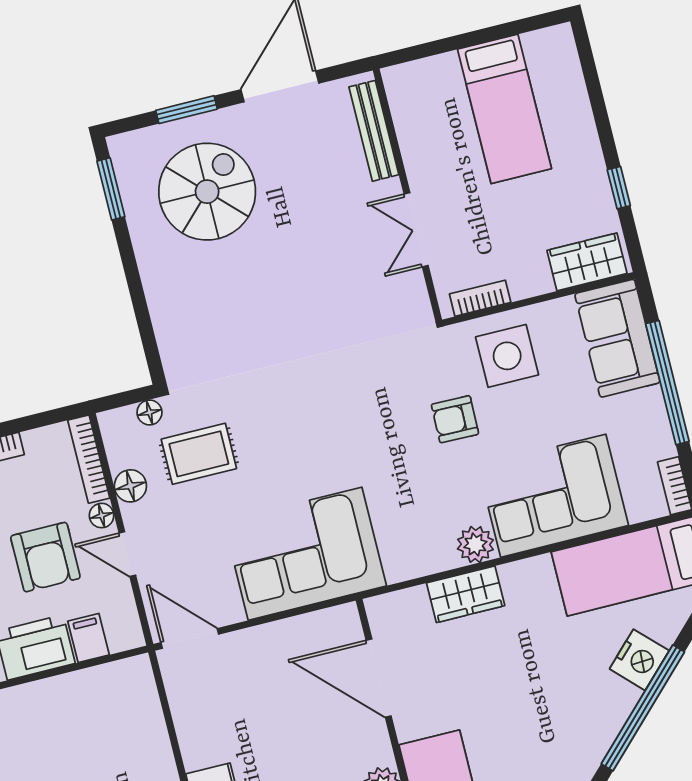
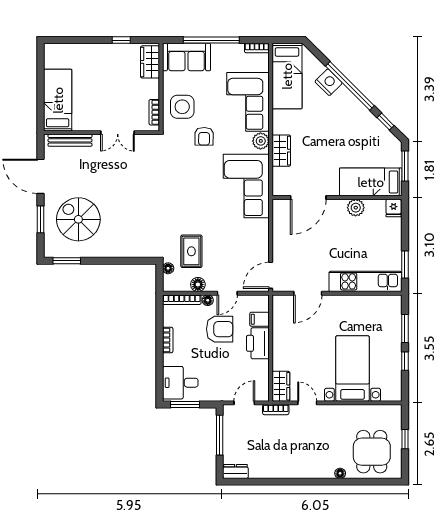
bed: (505, 109) -> (58, 100), moved, turned -90
corner sofa: (305, 554) -> (246, 186), moved
door: (171, 729) -> (308, 293), added

